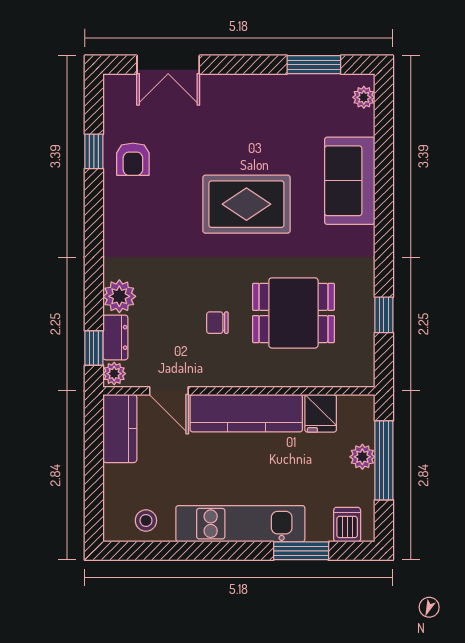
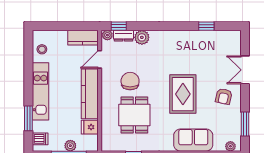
double door: (168, 65) -> (245, 70), moved
armchair: (133, 159) -> (224, 96), moved, turned -77
chair: (217, 323) -> (130, 81), width x1.87, depth x1.87

